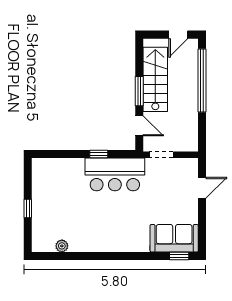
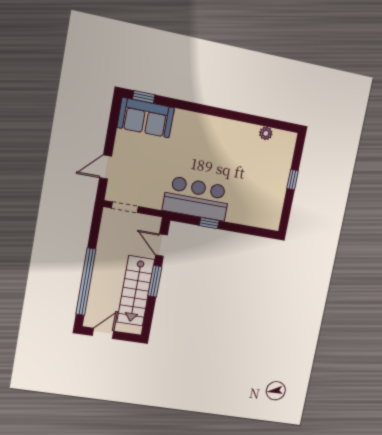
doorway: (161, 155) -> (125, 207), moved

